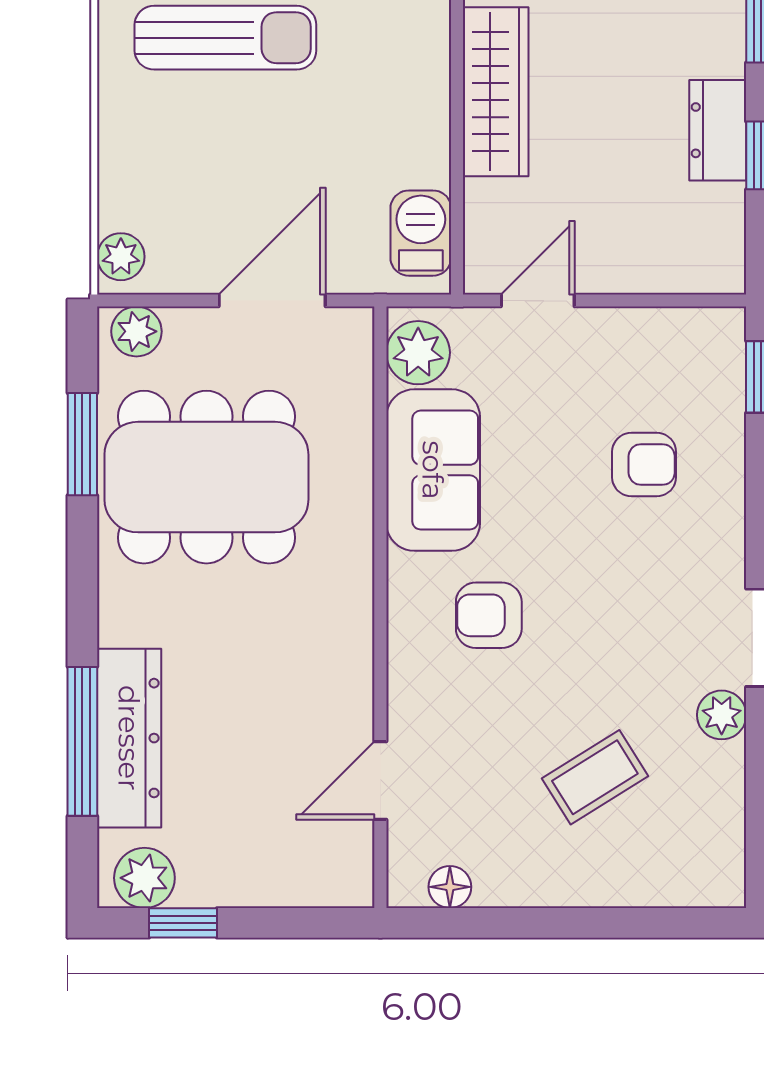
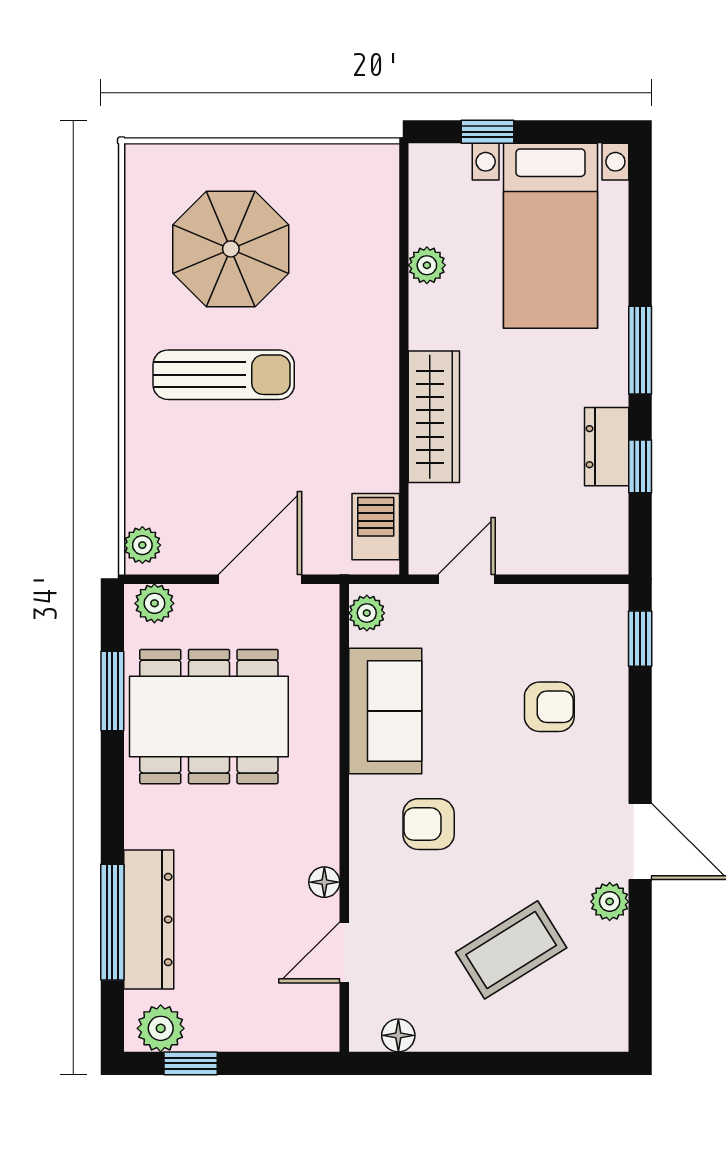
plant: (418, 353) -> (367, 613), width x0.73, depth x0.73
floor lamp: (355, 690) -> (324, 882), added
coffee table: (595, 777) -> (511, 950), width x1.36, depth x1.30

